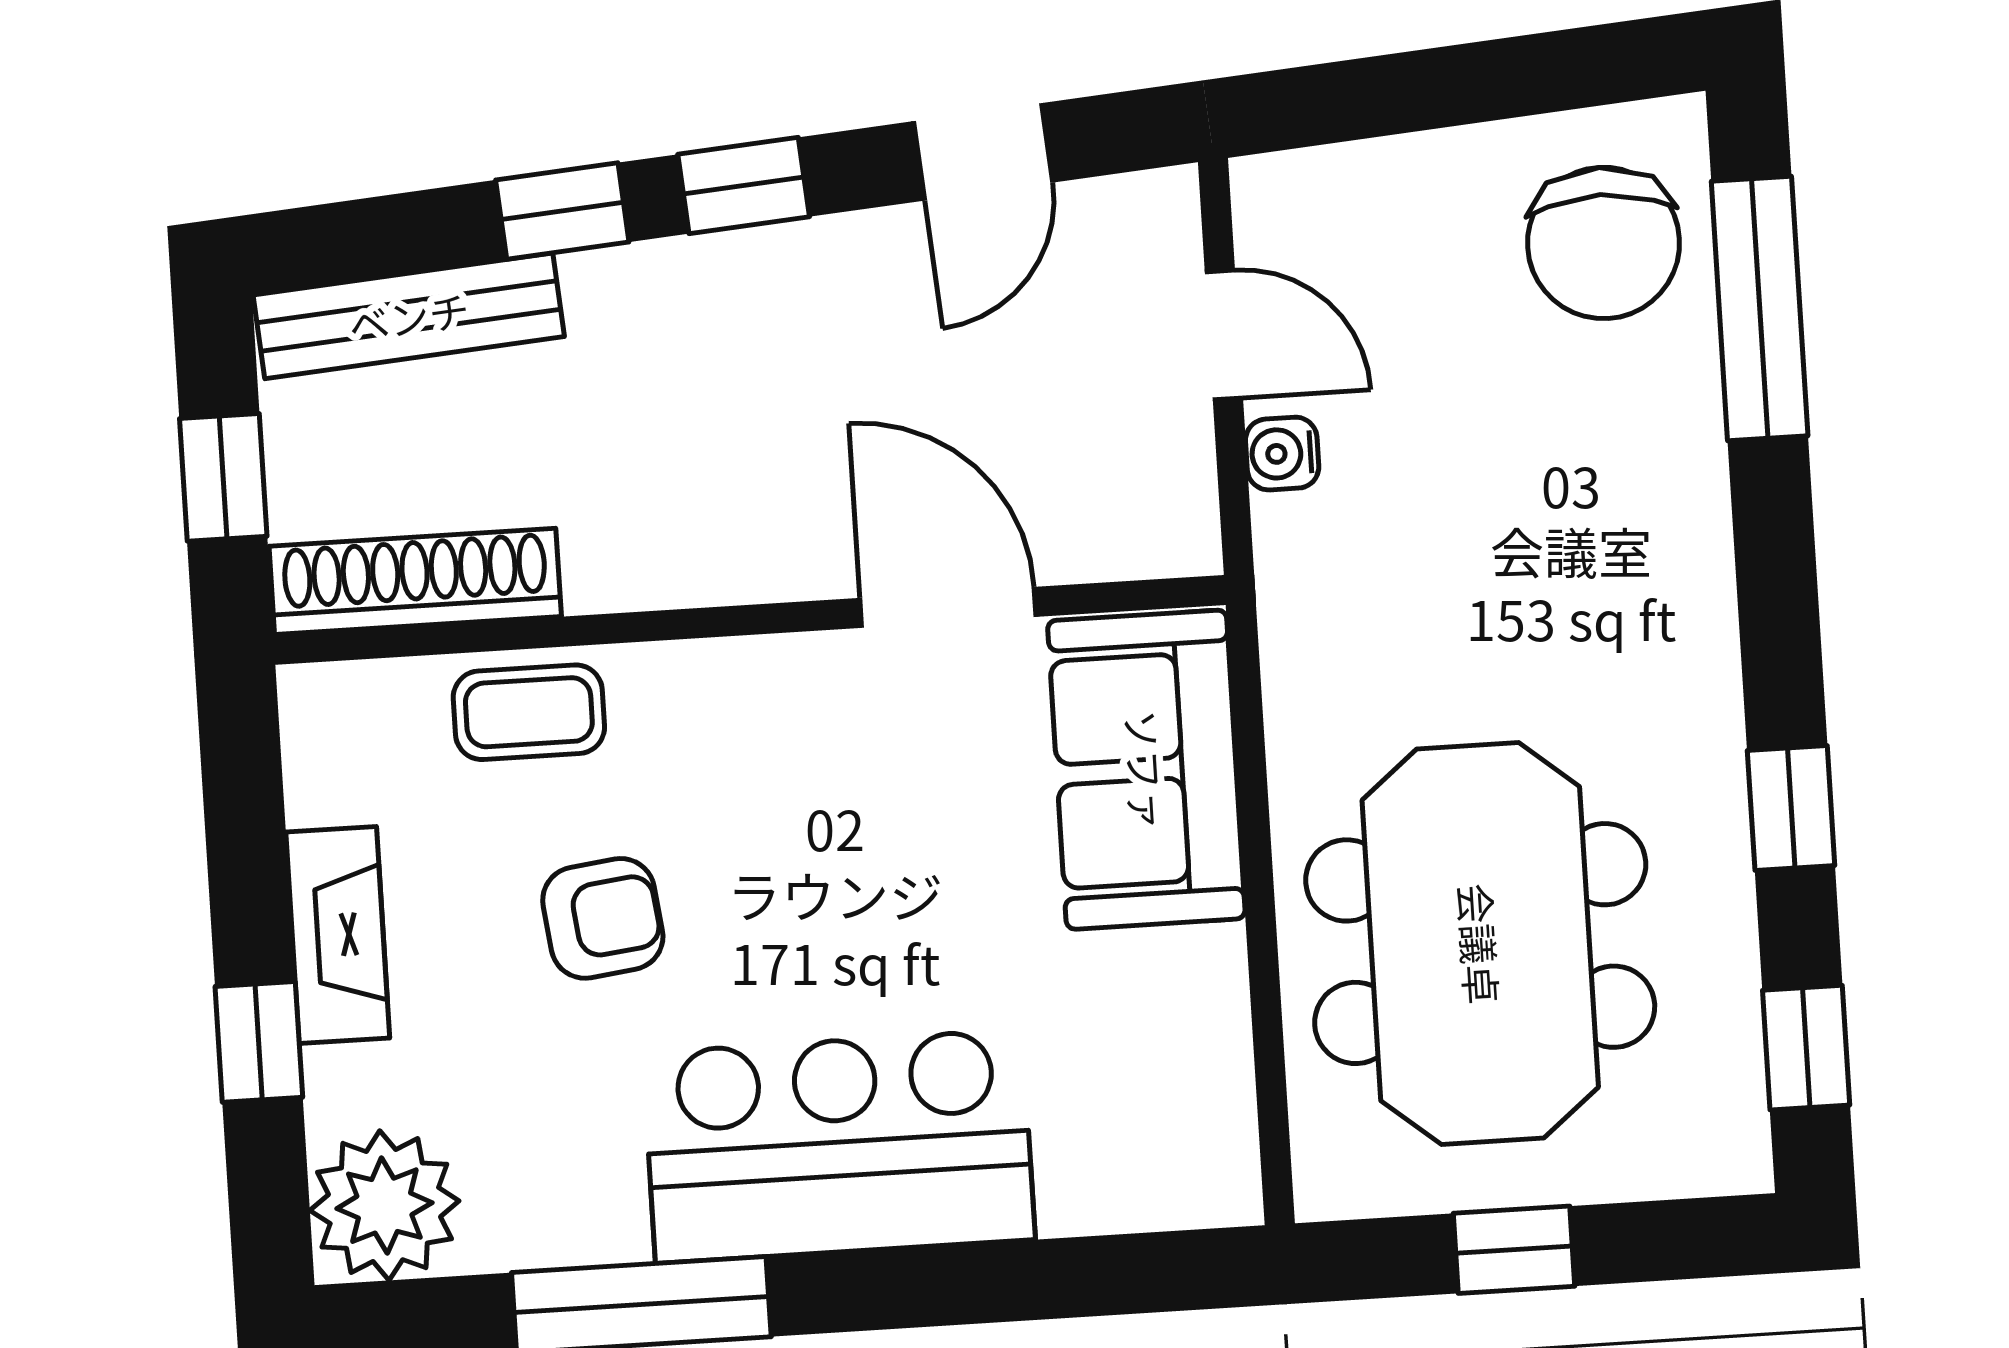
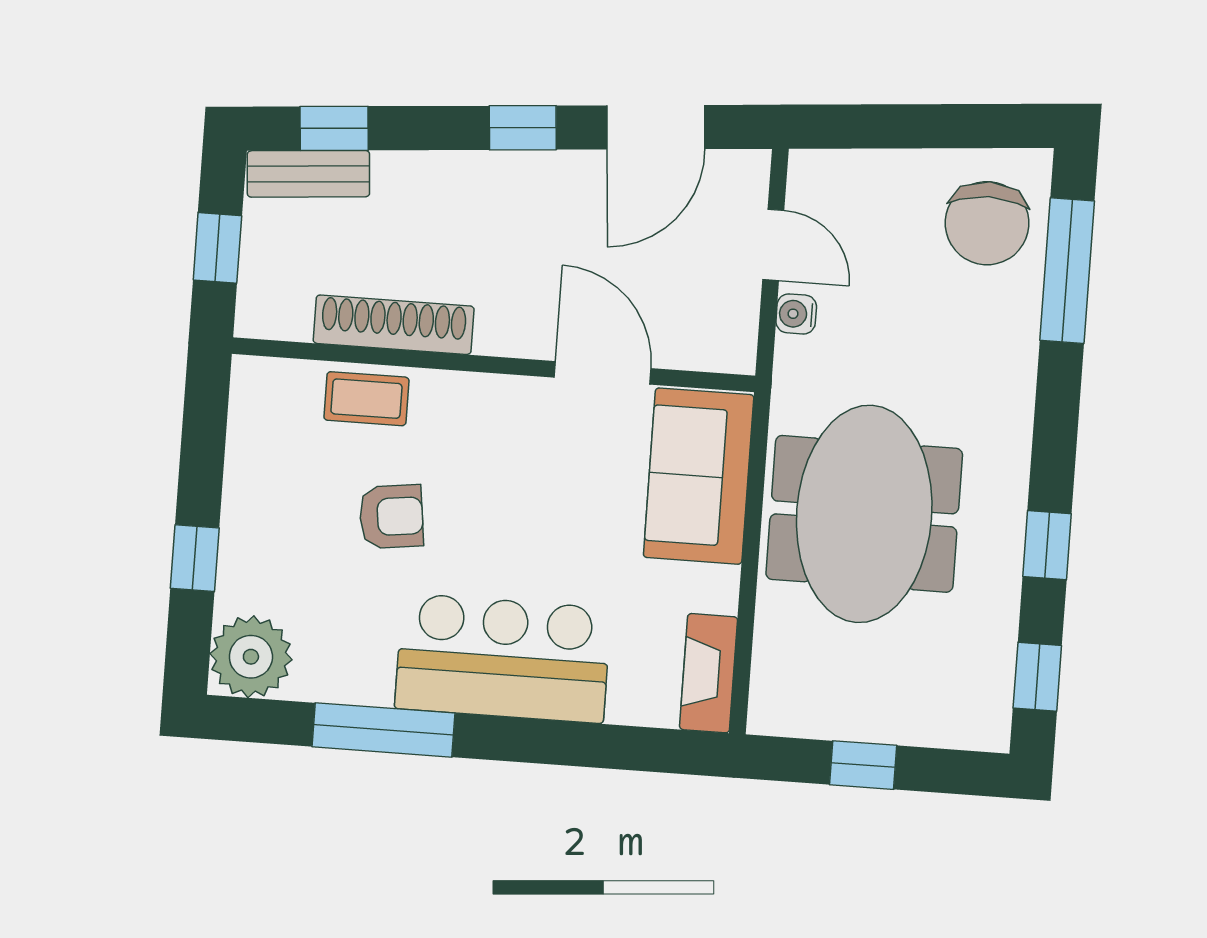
door: (983, 152) -> (656, 127), width x1.38
window: (562, 211) -> (334, 128), moved
bench: (409, 316) -> (308, 174), width x0.73
shoe rack: (415, 581) -> (394, 325), moved
fireplace: (338, 935) -> (709, 673), moved, turned 180
meeting table: (1480, 944) -> (864, 514), moved

